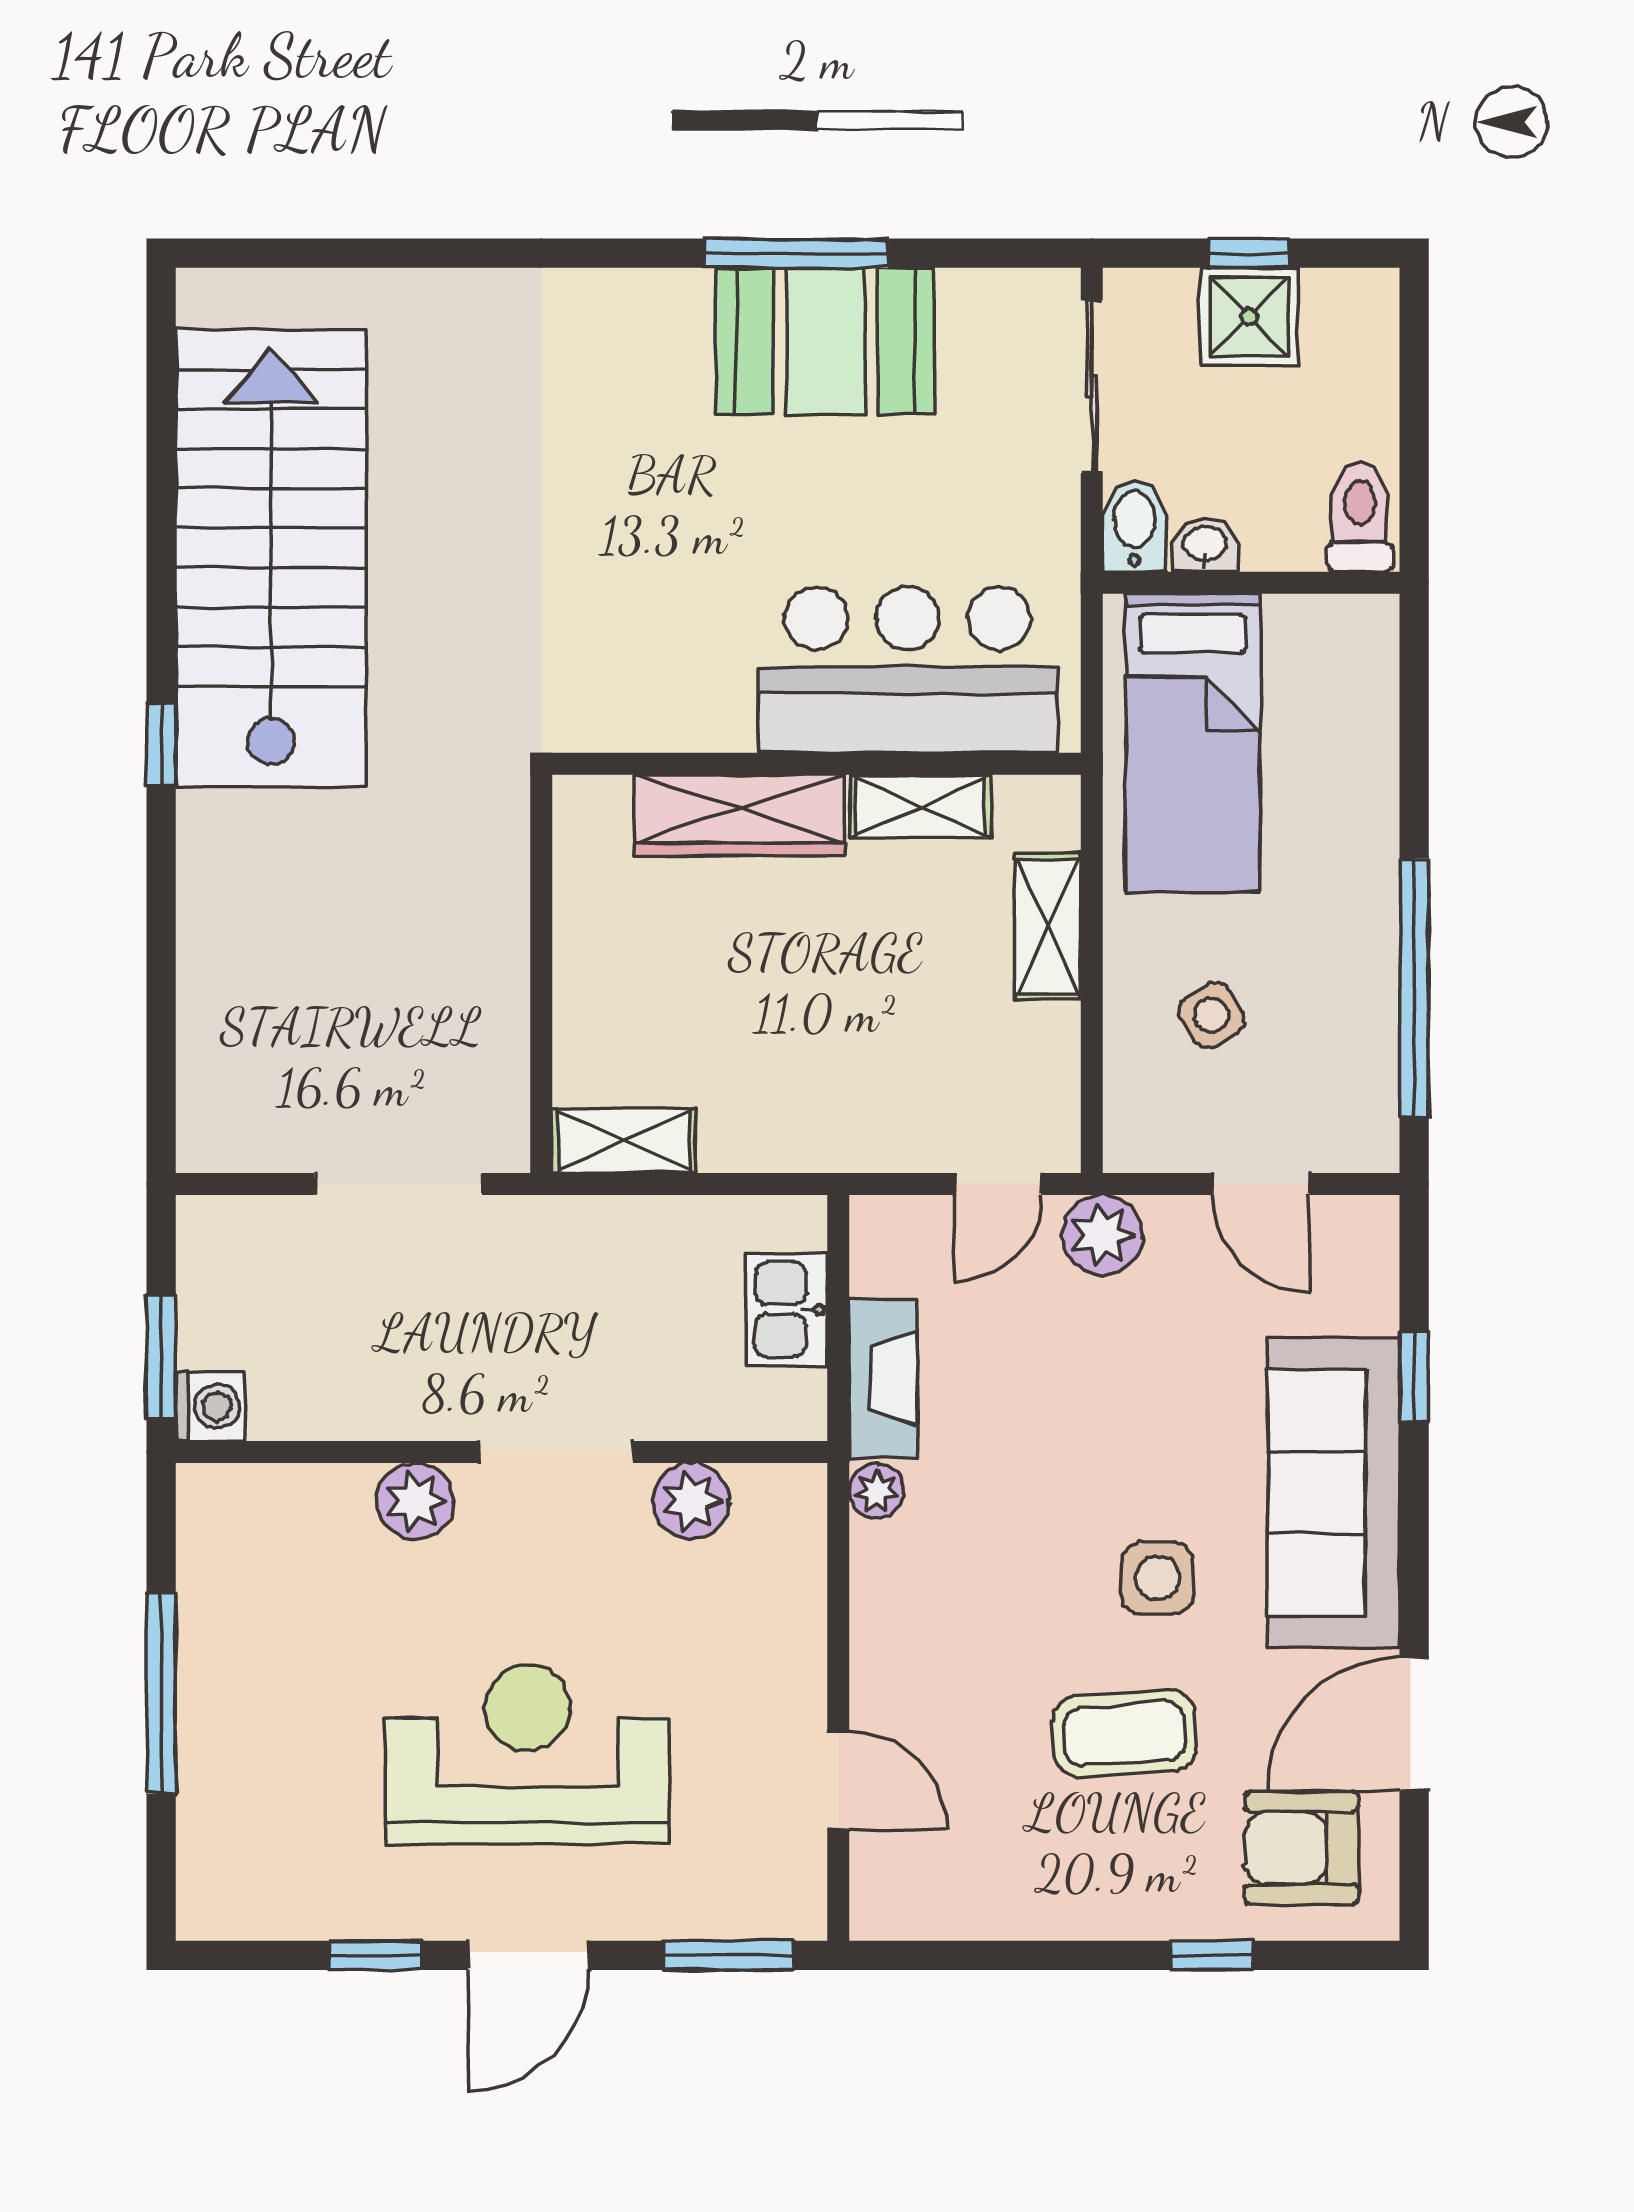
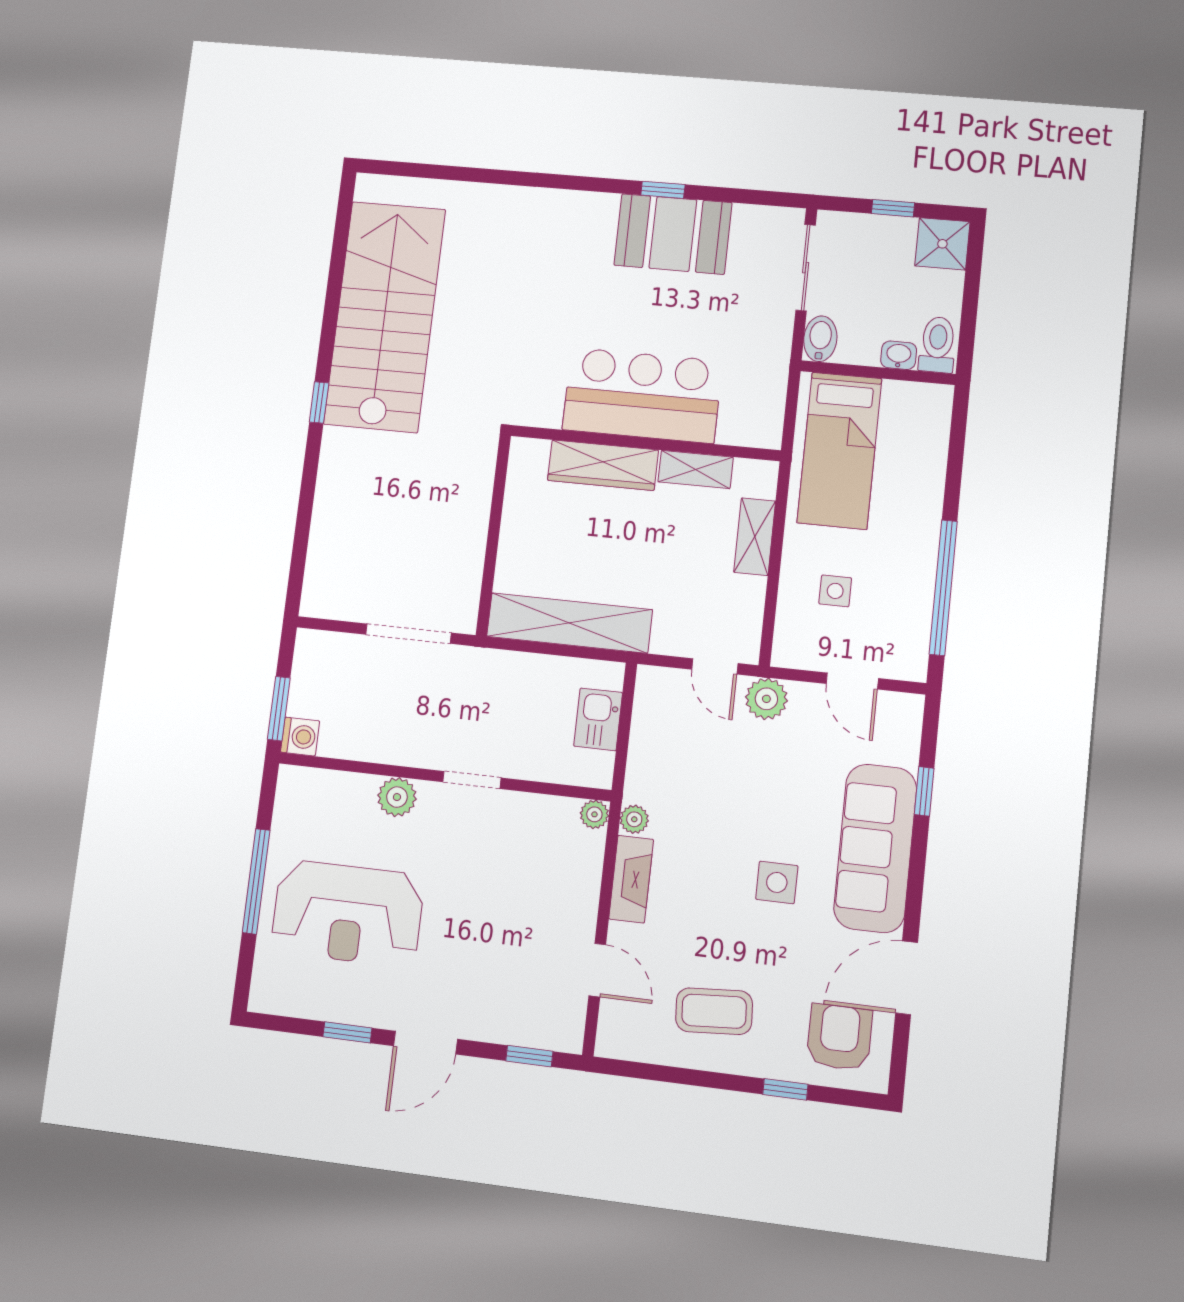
window: (796, 253) -> (663, 190), width x0.46
shower: (1249, 317) -> (942, 244), moved
washbasin: (1205, 545) -> (899, 355), moved
bar counter: (908, 670) -> (642, 395), moved
side table: (1212, 1015) -> (835, 591), turned 31
shelving: (624, 1141) -> (569, 623), width x2.20, depth x1.33
door: (998, 1184) -> (715, 666), hinge flipped
fireplace: (883, 1378) -> (631, 879), moved
doorway: (557, 1452) -> (472, 780), width x0.73
plant: (691, 1501) -> (594, 814), moved, width x0.73, depth x0.73
coffee table: (1124, 1734) -> (714, 1011), moved
reception desk: (527, 1754) -> (347, 913), moved, turned 180
armchair: (1302, 1848) -> (839, 1037), turned 90
window: (728, 1955) -> (529, 1056), width x0.67

